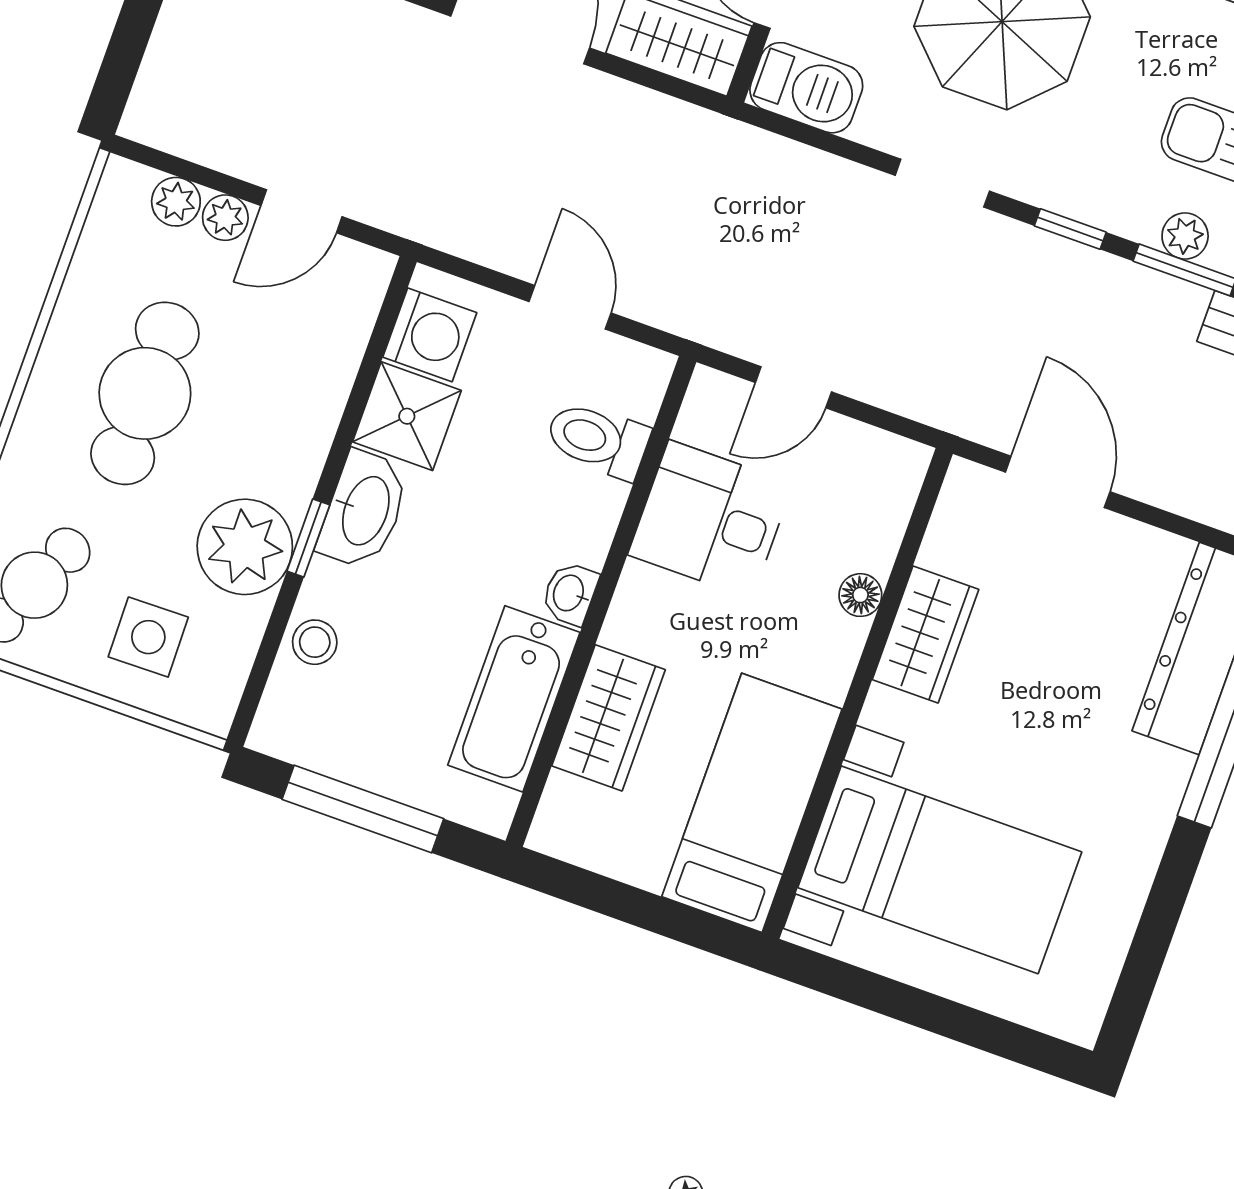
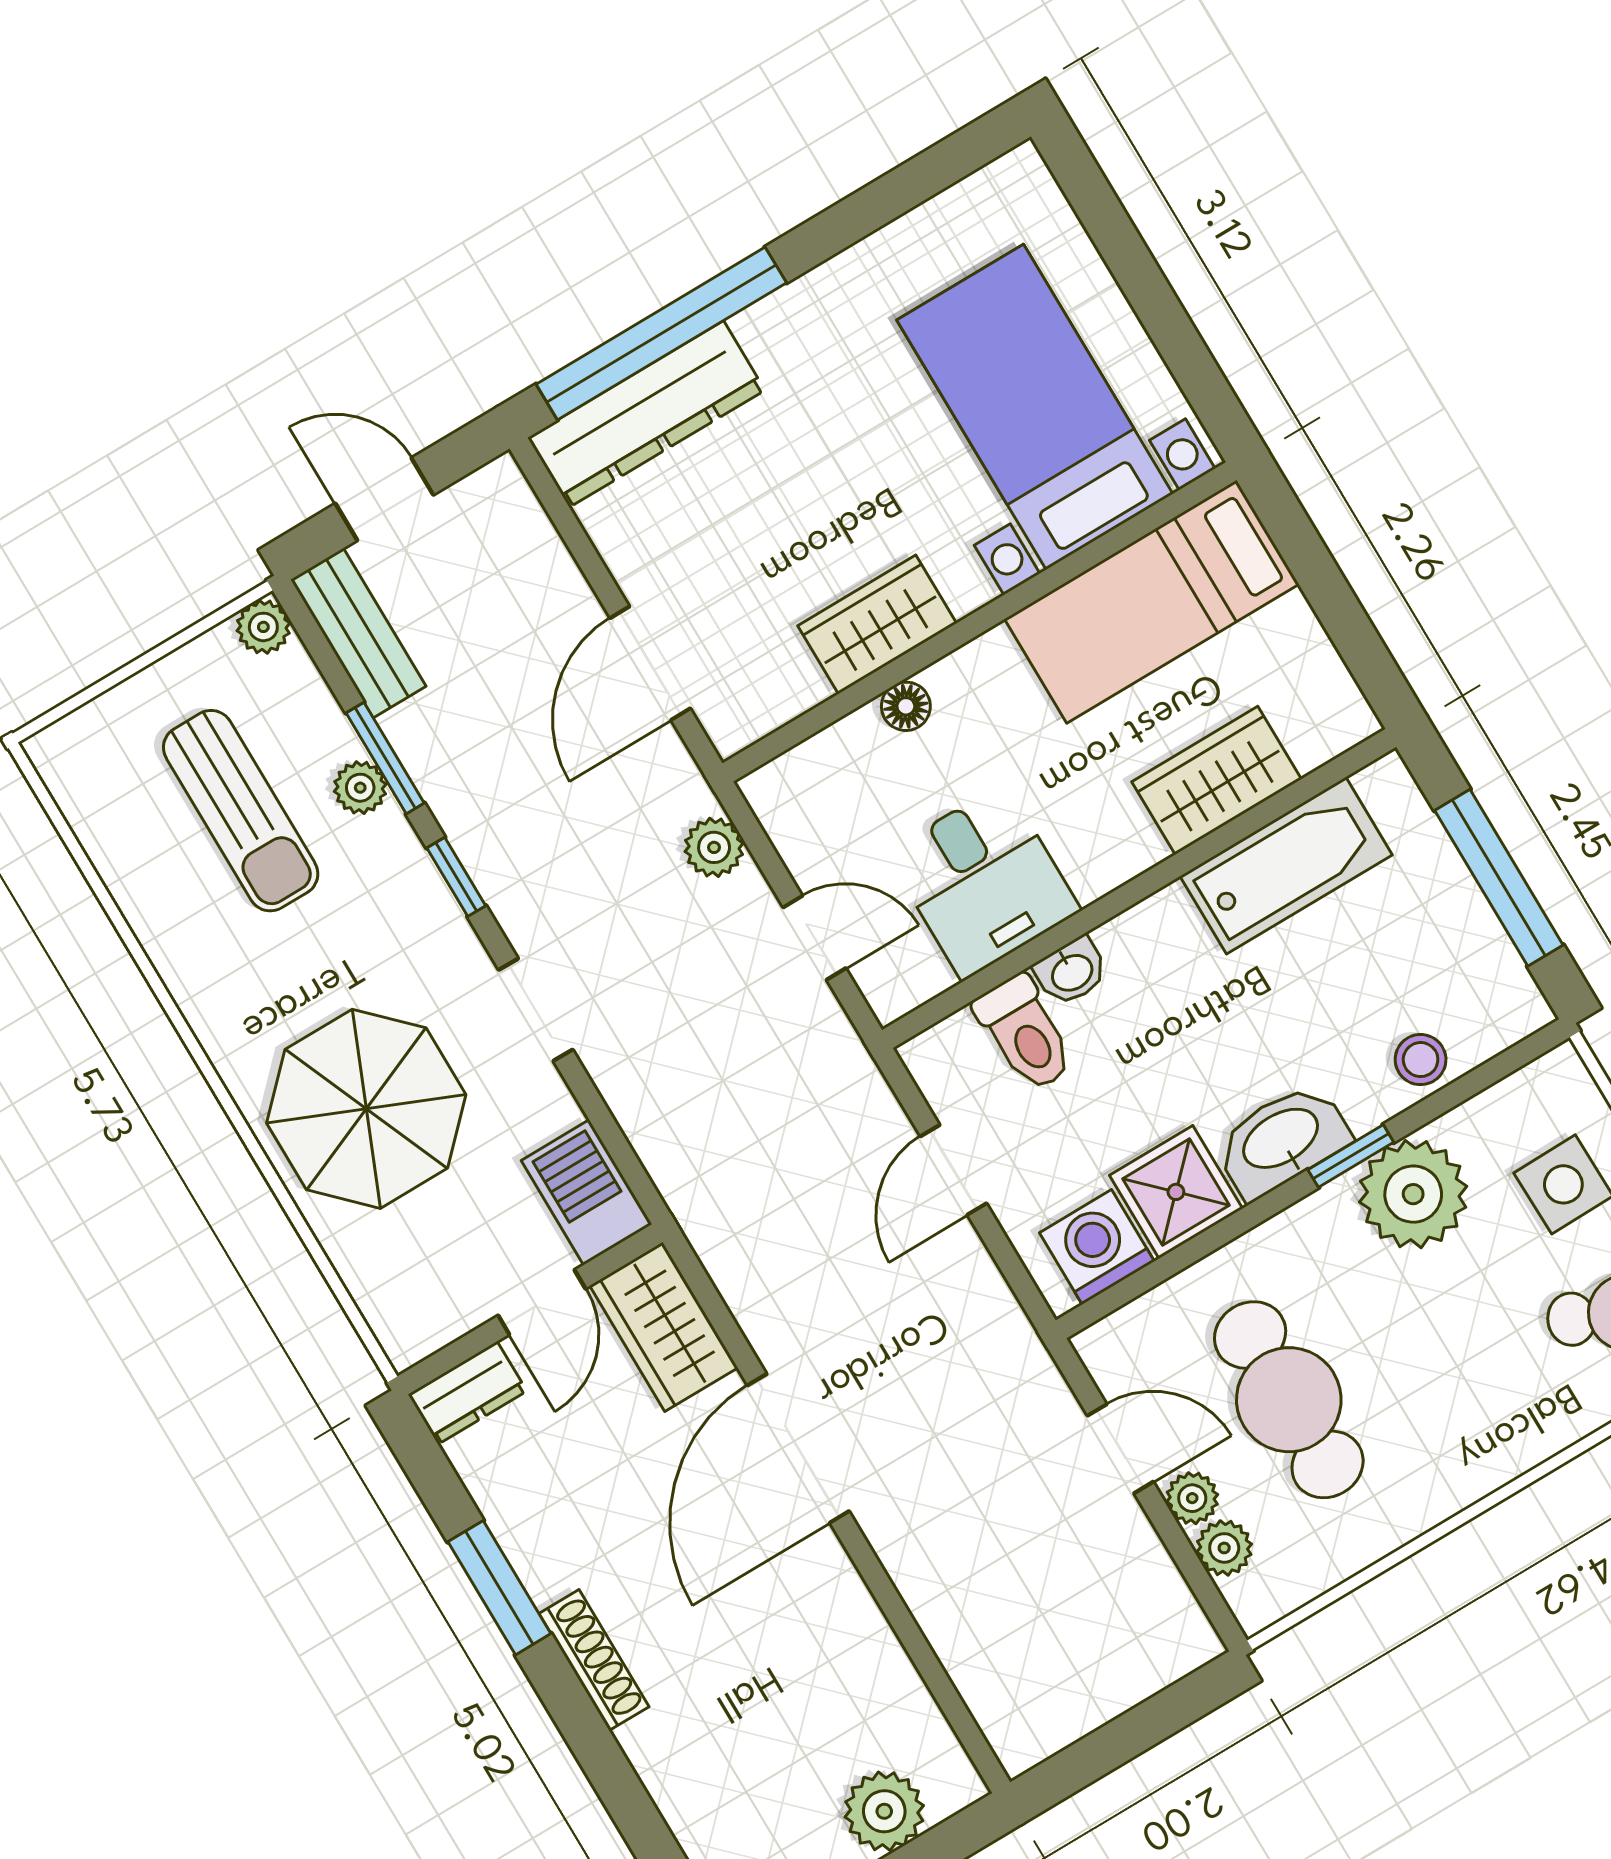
cafe table: (145, 393) -> (1289, 1400), moved, turned 90
plant: (912, 393) -> (714, 847), added
washbasin: (570, 593) -> (1071, 972), moved

